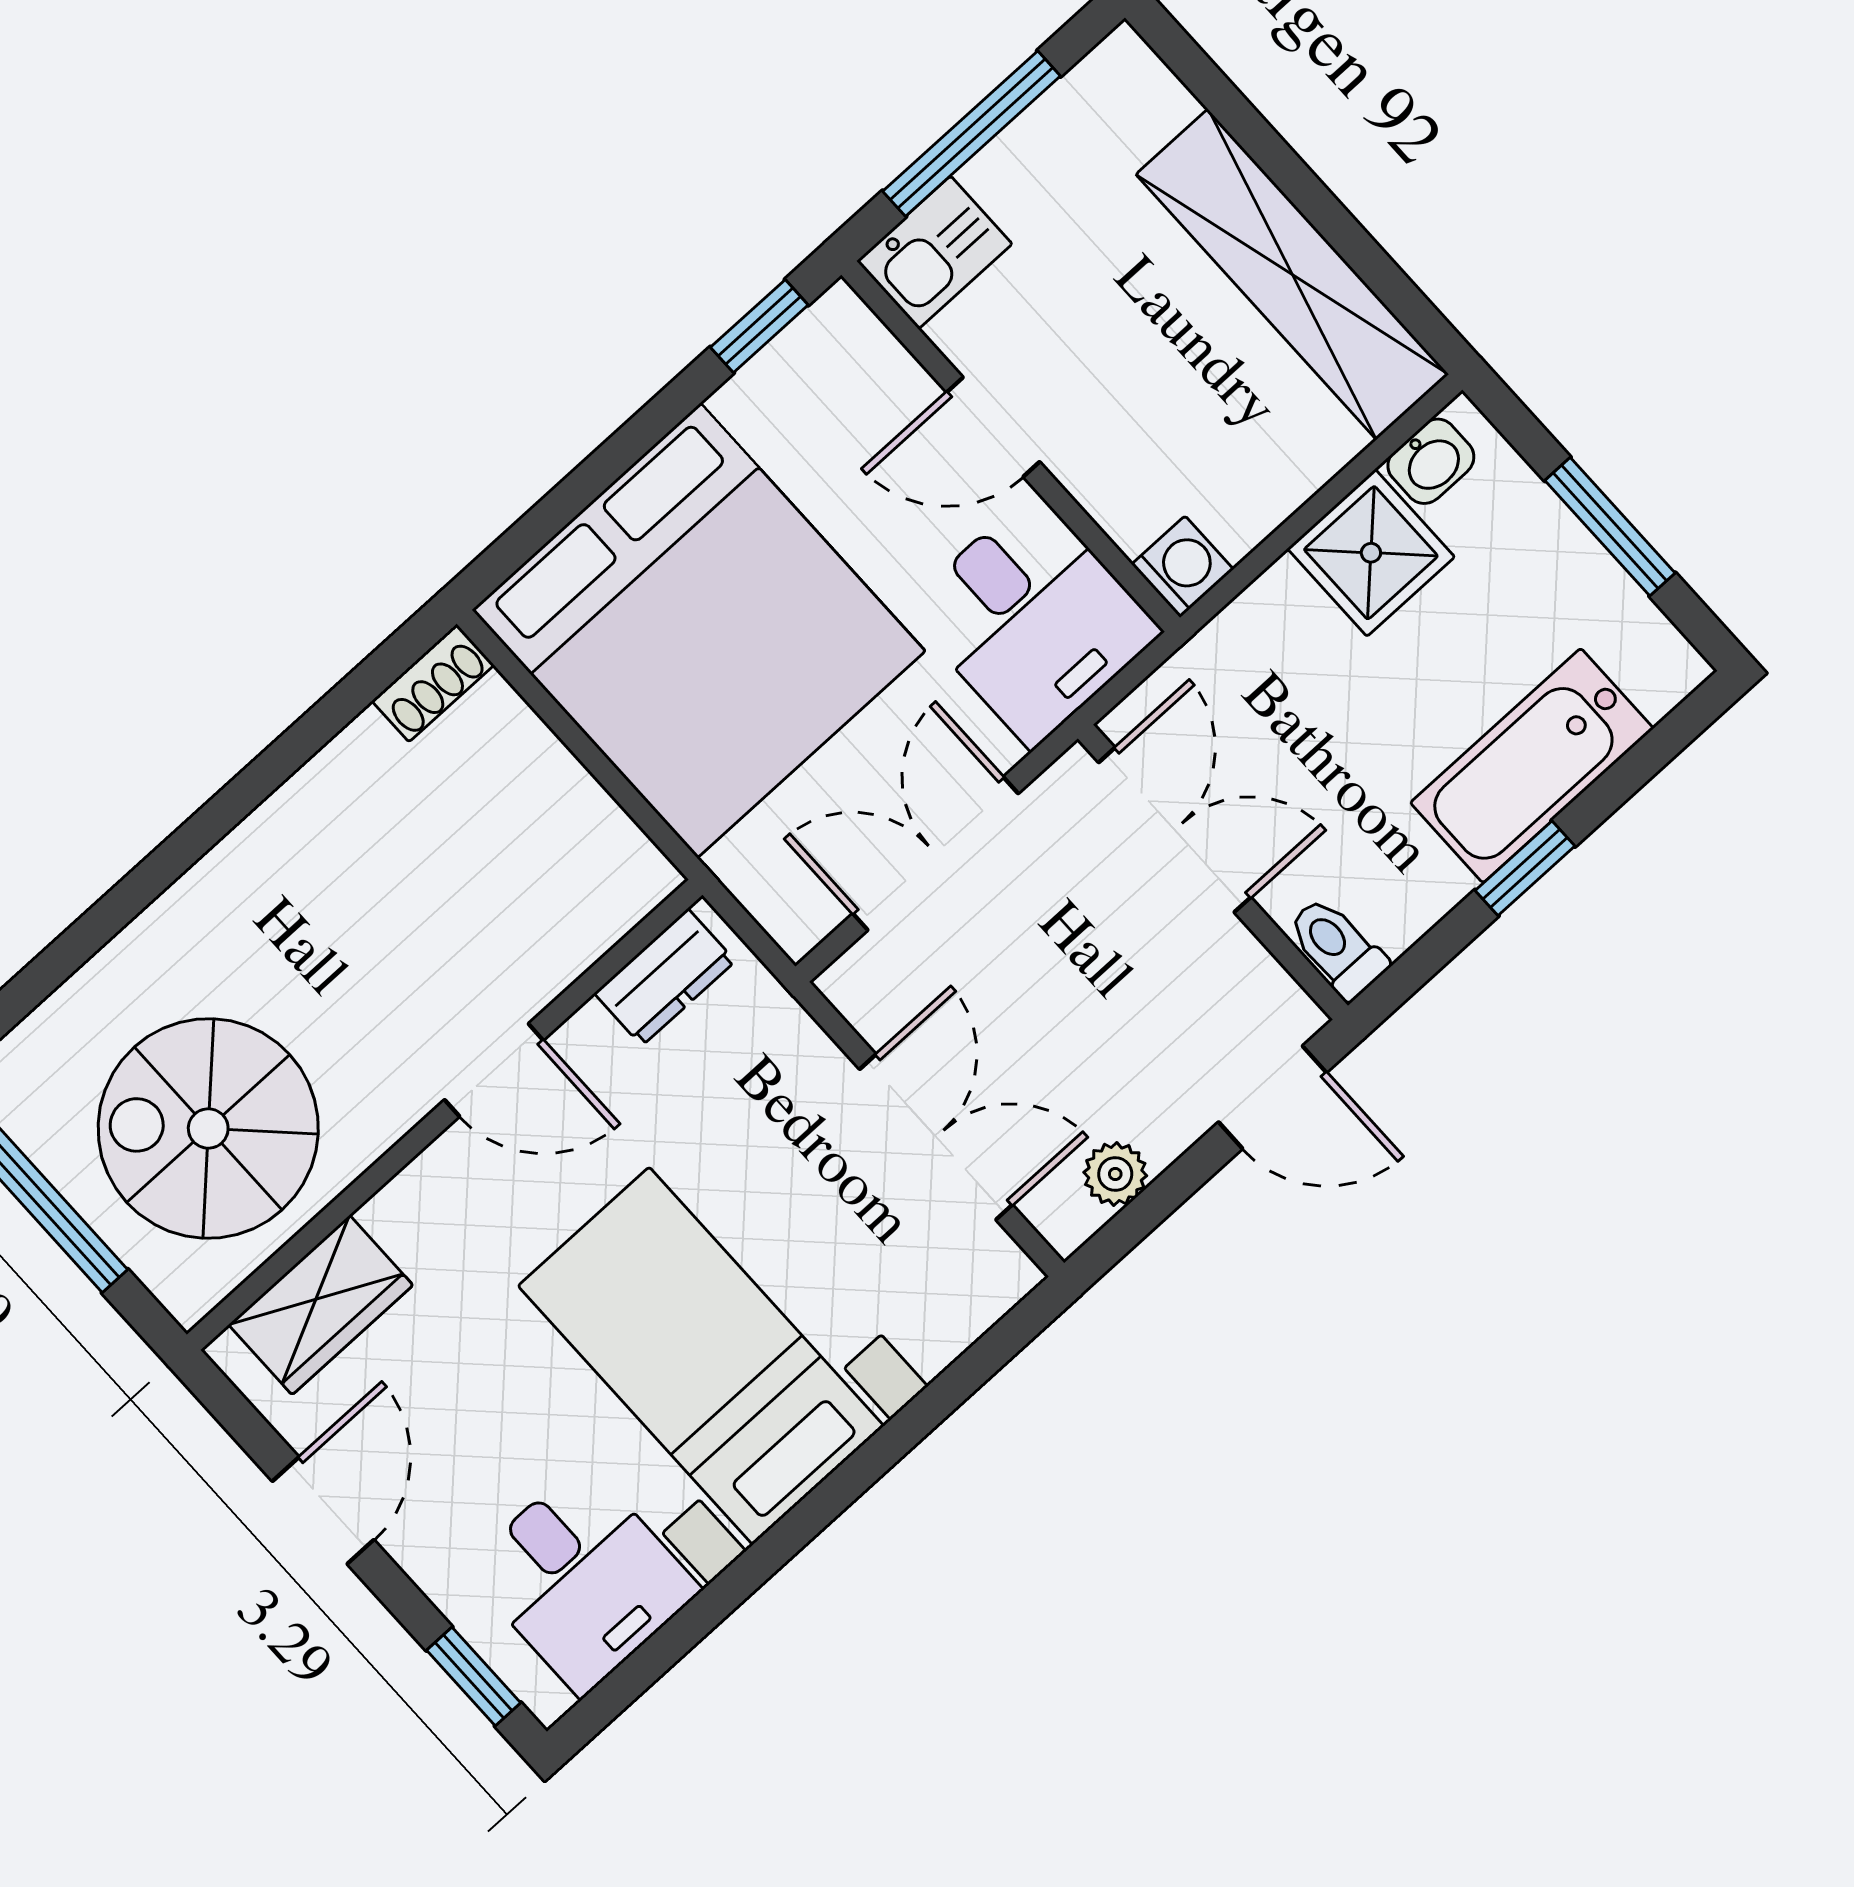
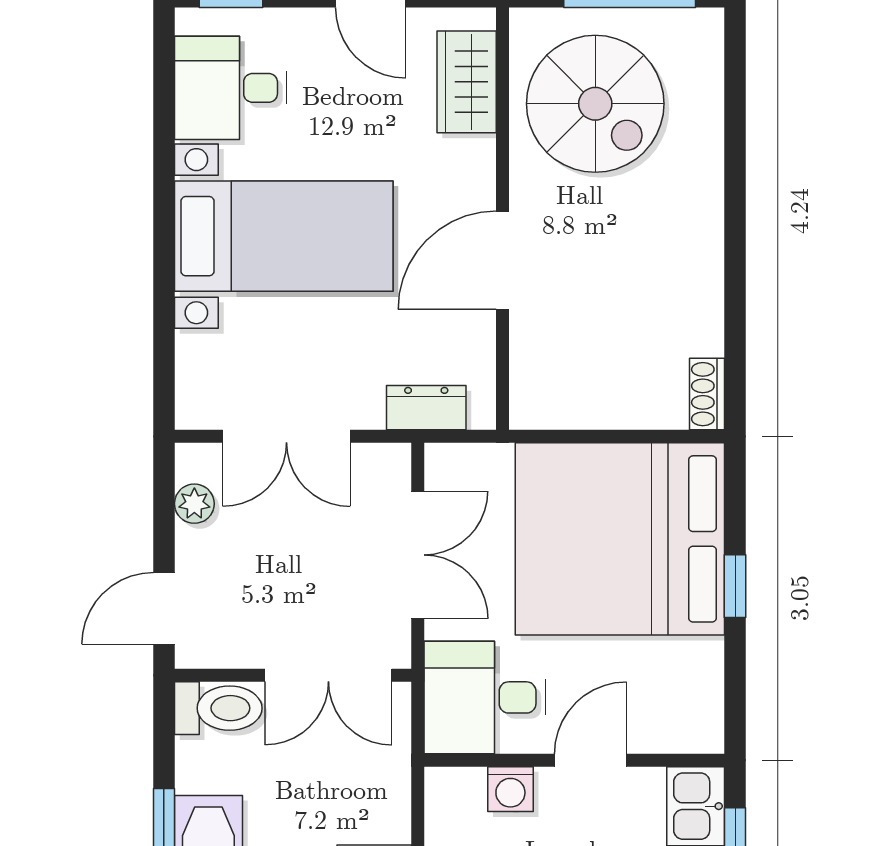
window: (759, 326) -> (735, 586), moved
washing machine: (1183, 567) -> (510, 789), moved
toilet: (1337, 948) -> (218, 708), width x1.37, depth x1.39
dresser: (665, 977) -> (426, 408), moved, turned 90
door: (494, 1070) -> (503, 260), width x1.38
spiral stairs: (208, 1128) -> (595, 104), turned 90

